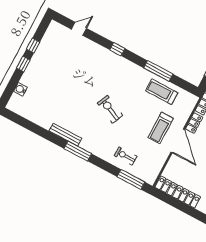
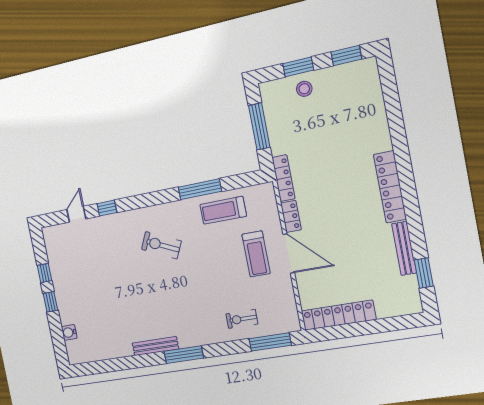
window: (117, 49) -> (107, 208), moved
exercise bike: (110, 109) -> (161, 245), moved

